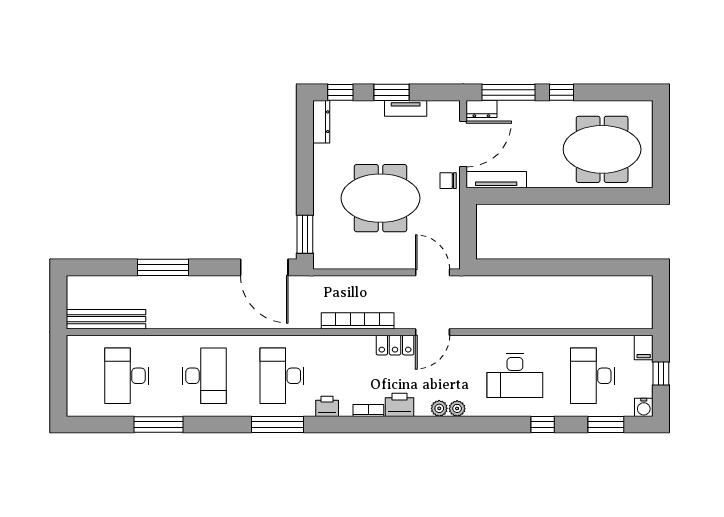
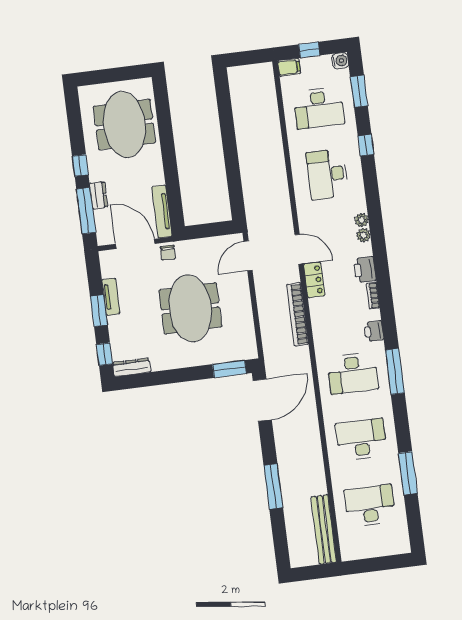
dresser: (481, 109) -> (99, 195), moved
desk: (127, 376) -> (370, 506), turned 180
desk: (515, 376) -> (327, 174), turned 180

